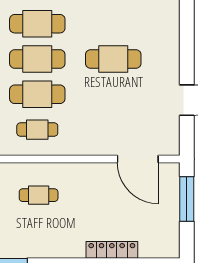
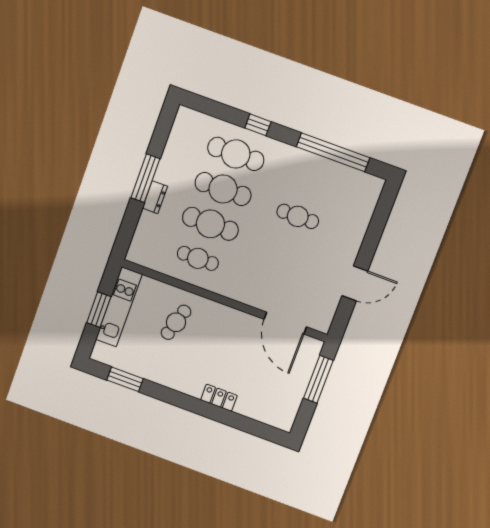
cafe table: (113, 59) -> (298, 216), width x0.73, depth x0.74
cafe table: (39, 195) -> (176, 322), turned -73
locker: (112, 250) -> (219, 398), width x0.66

